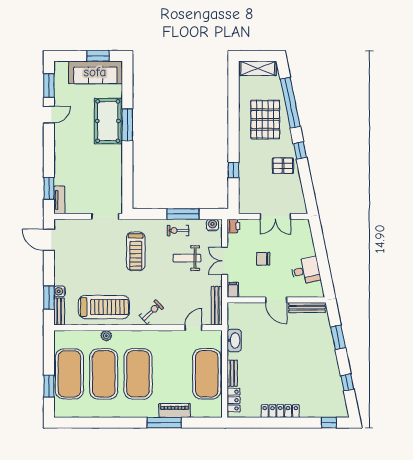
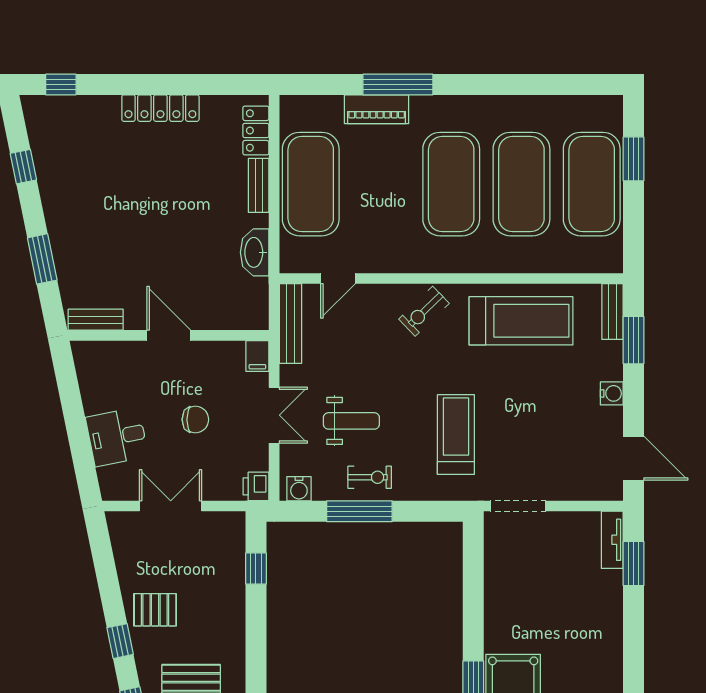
window: (234, 170) -> (256, 569), moved
desk: (306, 271) -> (117, 437), moved
water cooler: (60, 291) -> (612, 393), moved
treadmill: (104, 307) -> (521, 321), turned 180
bench: (307, 308) -> (96, 320), width x0.73
plant: (106, 336) -> (516, 262), removed

